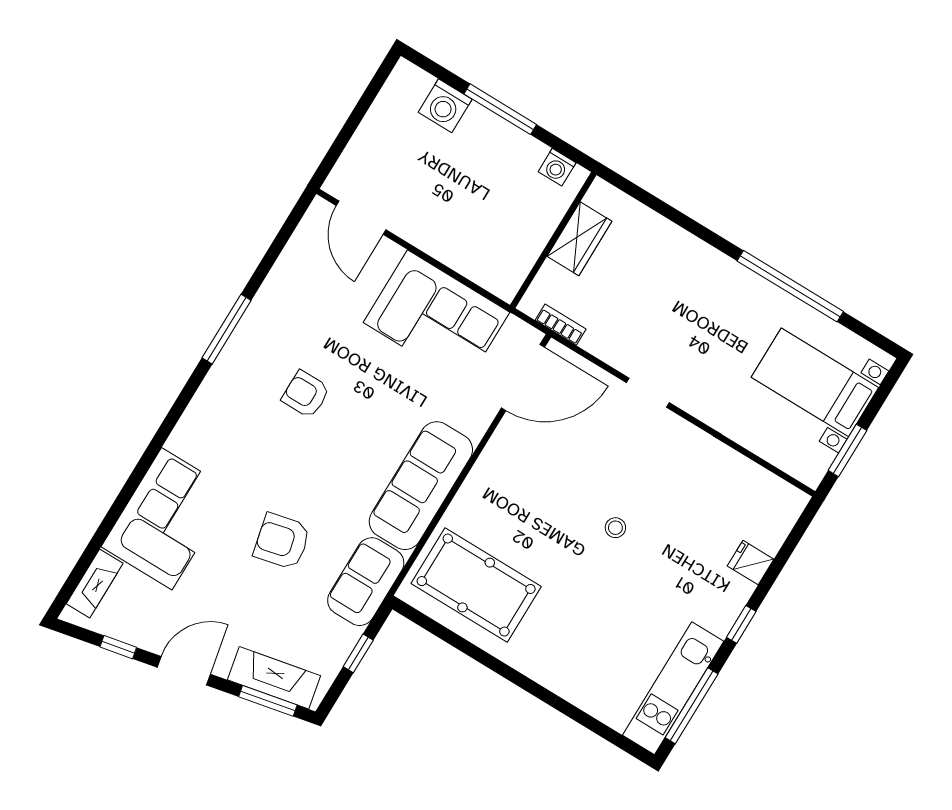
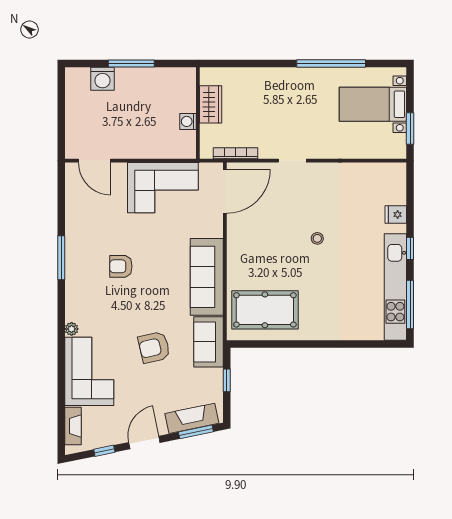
washing machine: (557, 167) -> (188, 121), moved, turned 90
bookcase: (561, 325) -> (235, 153), width x1.56
plant: (179, 441) -> (72, 329), added
kitchen unit: (673, 688) -> (395, 287), width x1.36

